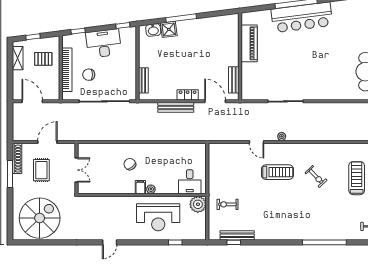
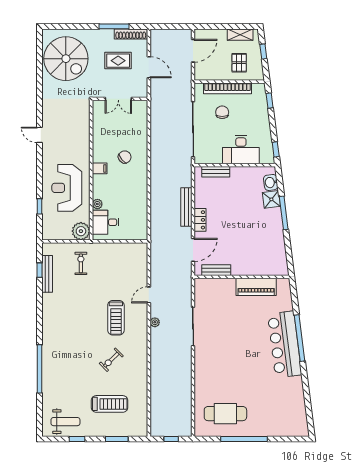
desk: (104, 43) -> (241, 150), moved, turned 97
plant: (151, 189) -> (97, 204), moved

